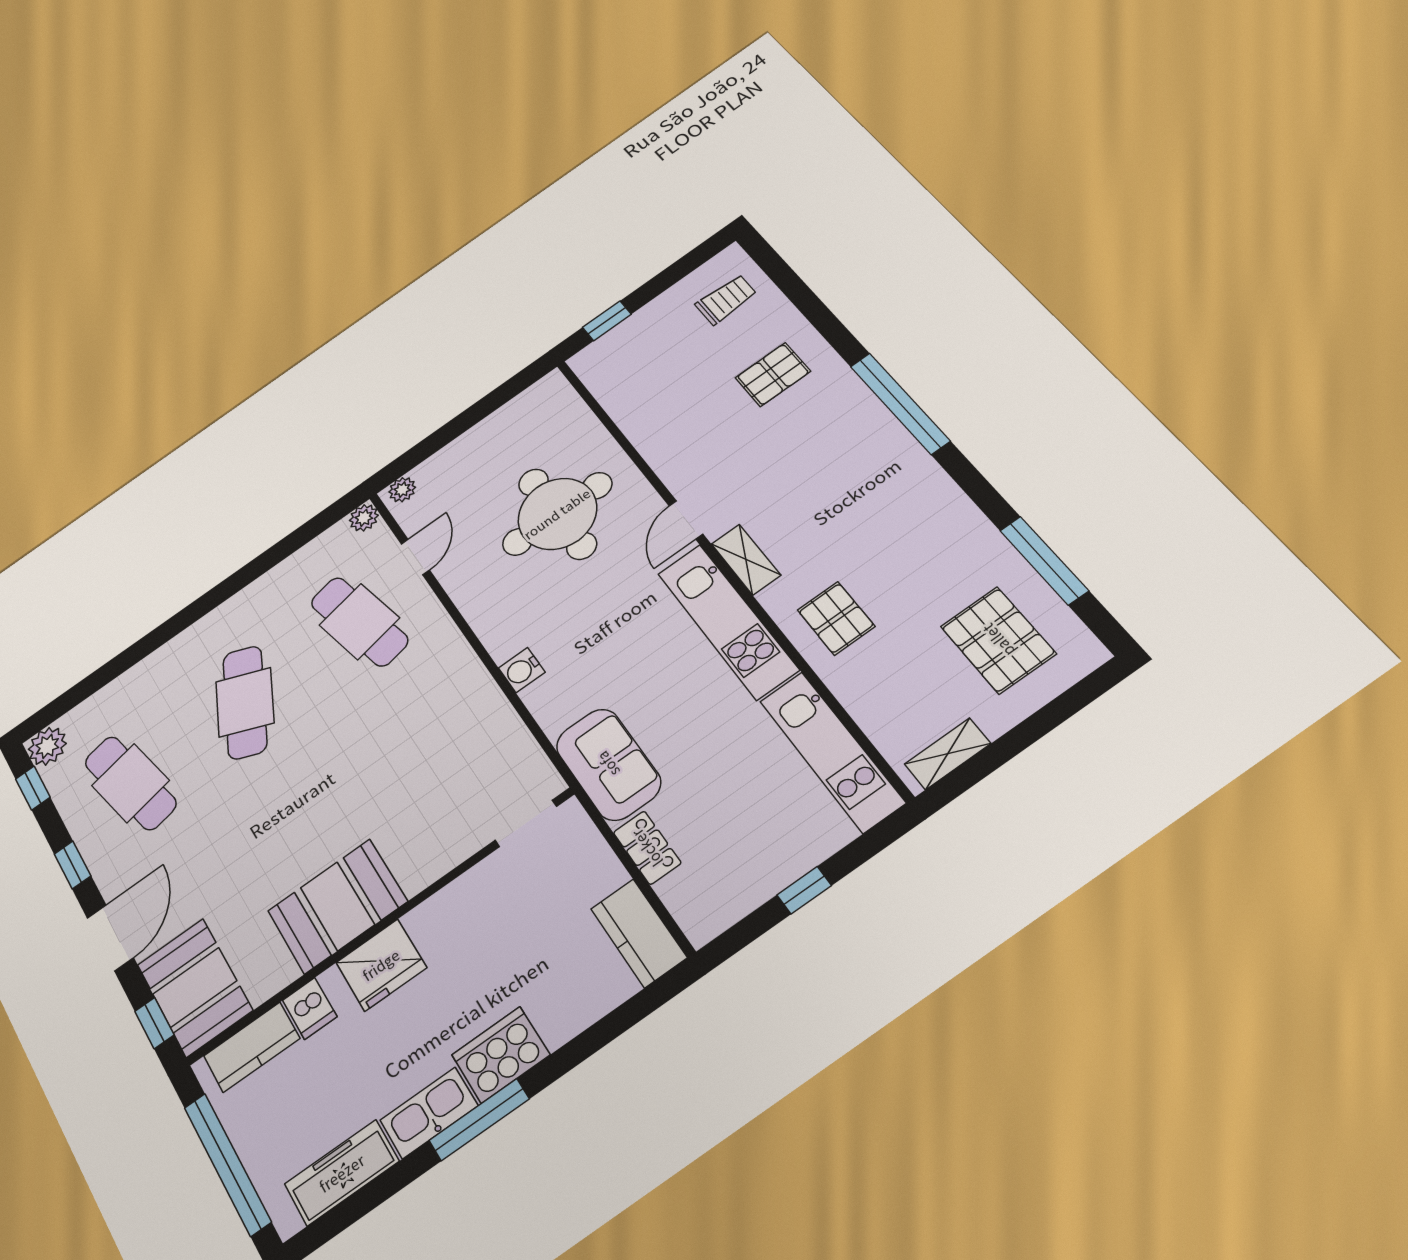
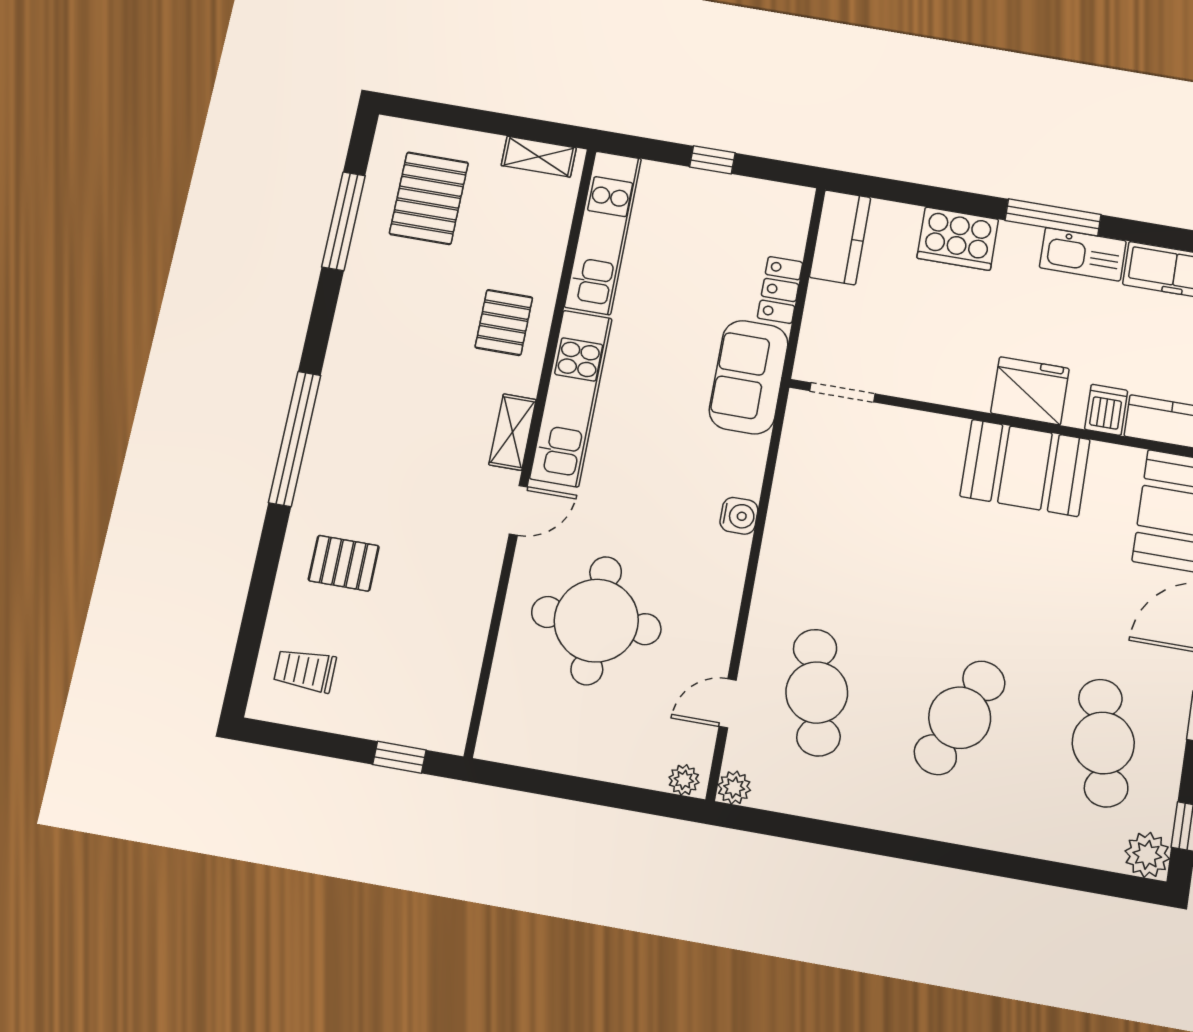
cooker: (501, 1055) -> (958, 239), moved

